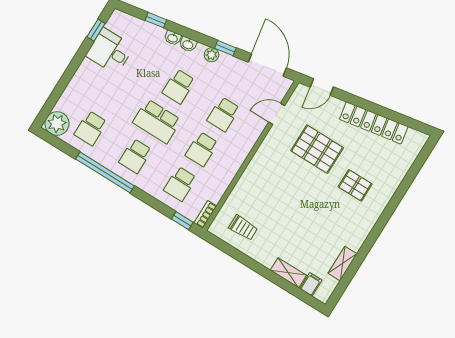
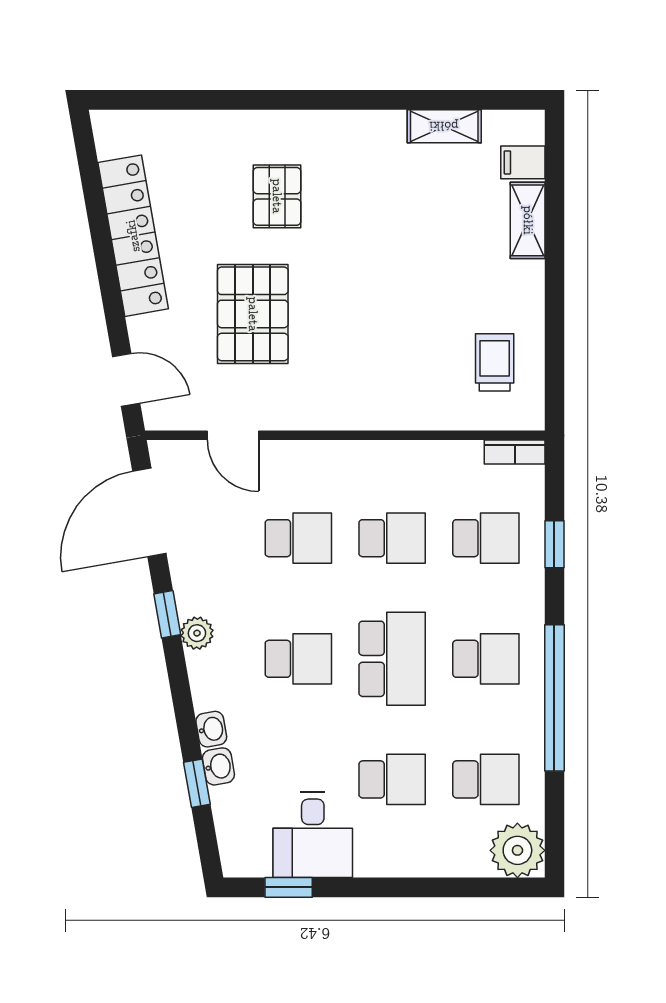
washbasin: (188, 44) -> (218, 766), moved
school desk: (112, 93) -> (392, 779), added
window: (182, 221) -> (554, 544), moved

